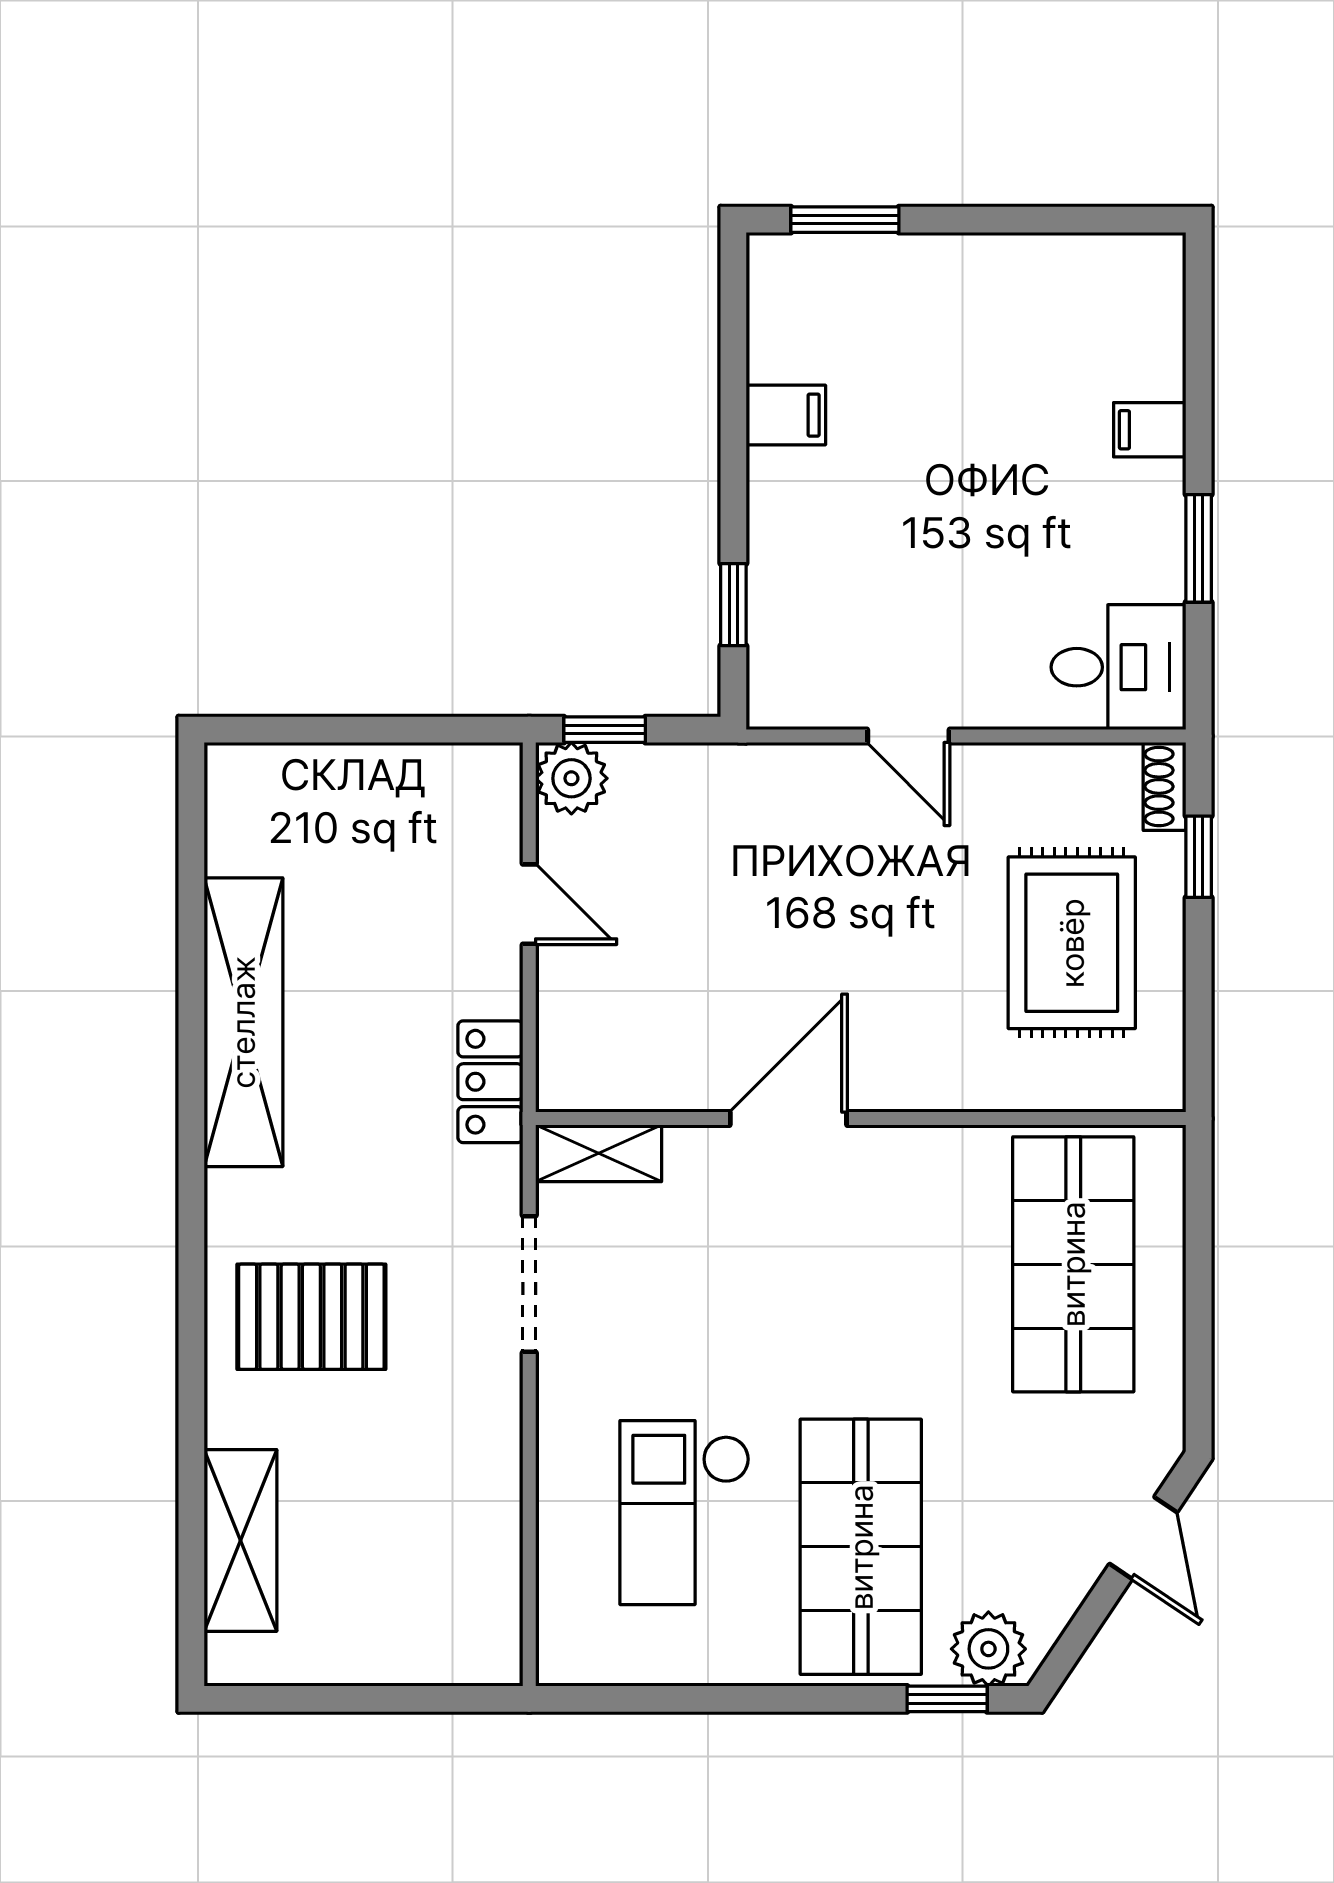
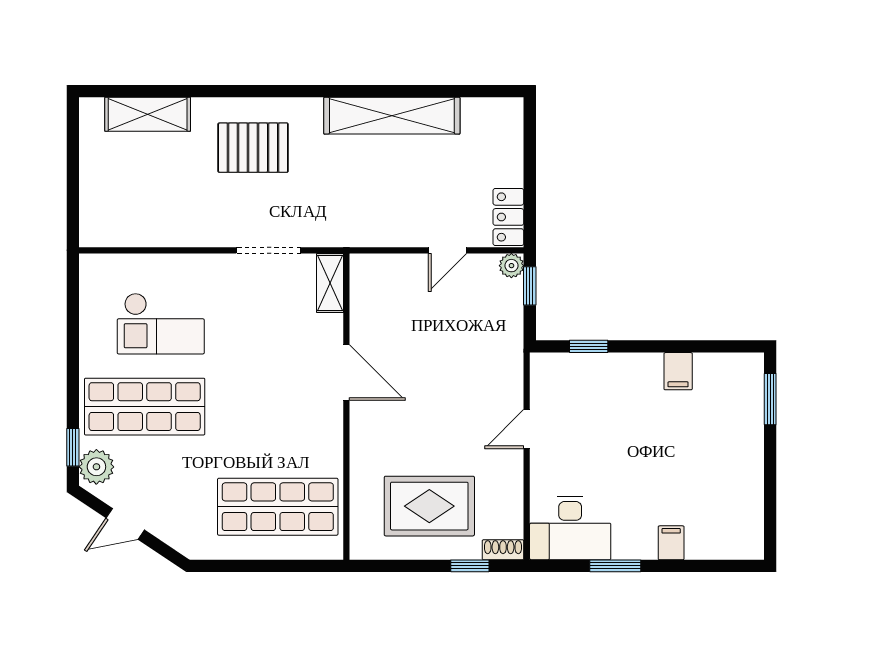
desk: (1119, 667) -> (570, 528), width x1.37
plant: (571, 778) -> (511, 266), width x0.73, depth x0.73
locker: (490, 1082) -> (508, 217), moved, turned -90
pallet: (311, 1317) -> (253, 148), turned 90
checkout: (685, 1513) -> (161, 324), turned 180
door: (1143, 1538) -> (125, 524), moved

